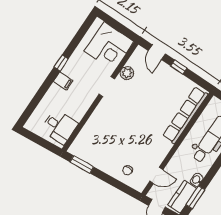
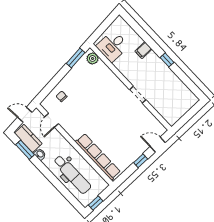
corner desk: (109, 46) -> (172, 105), removed
plant: (127, 73) -> (93, 58), moved
filing cabinet: (63, 81) -> (143, 50), moved

